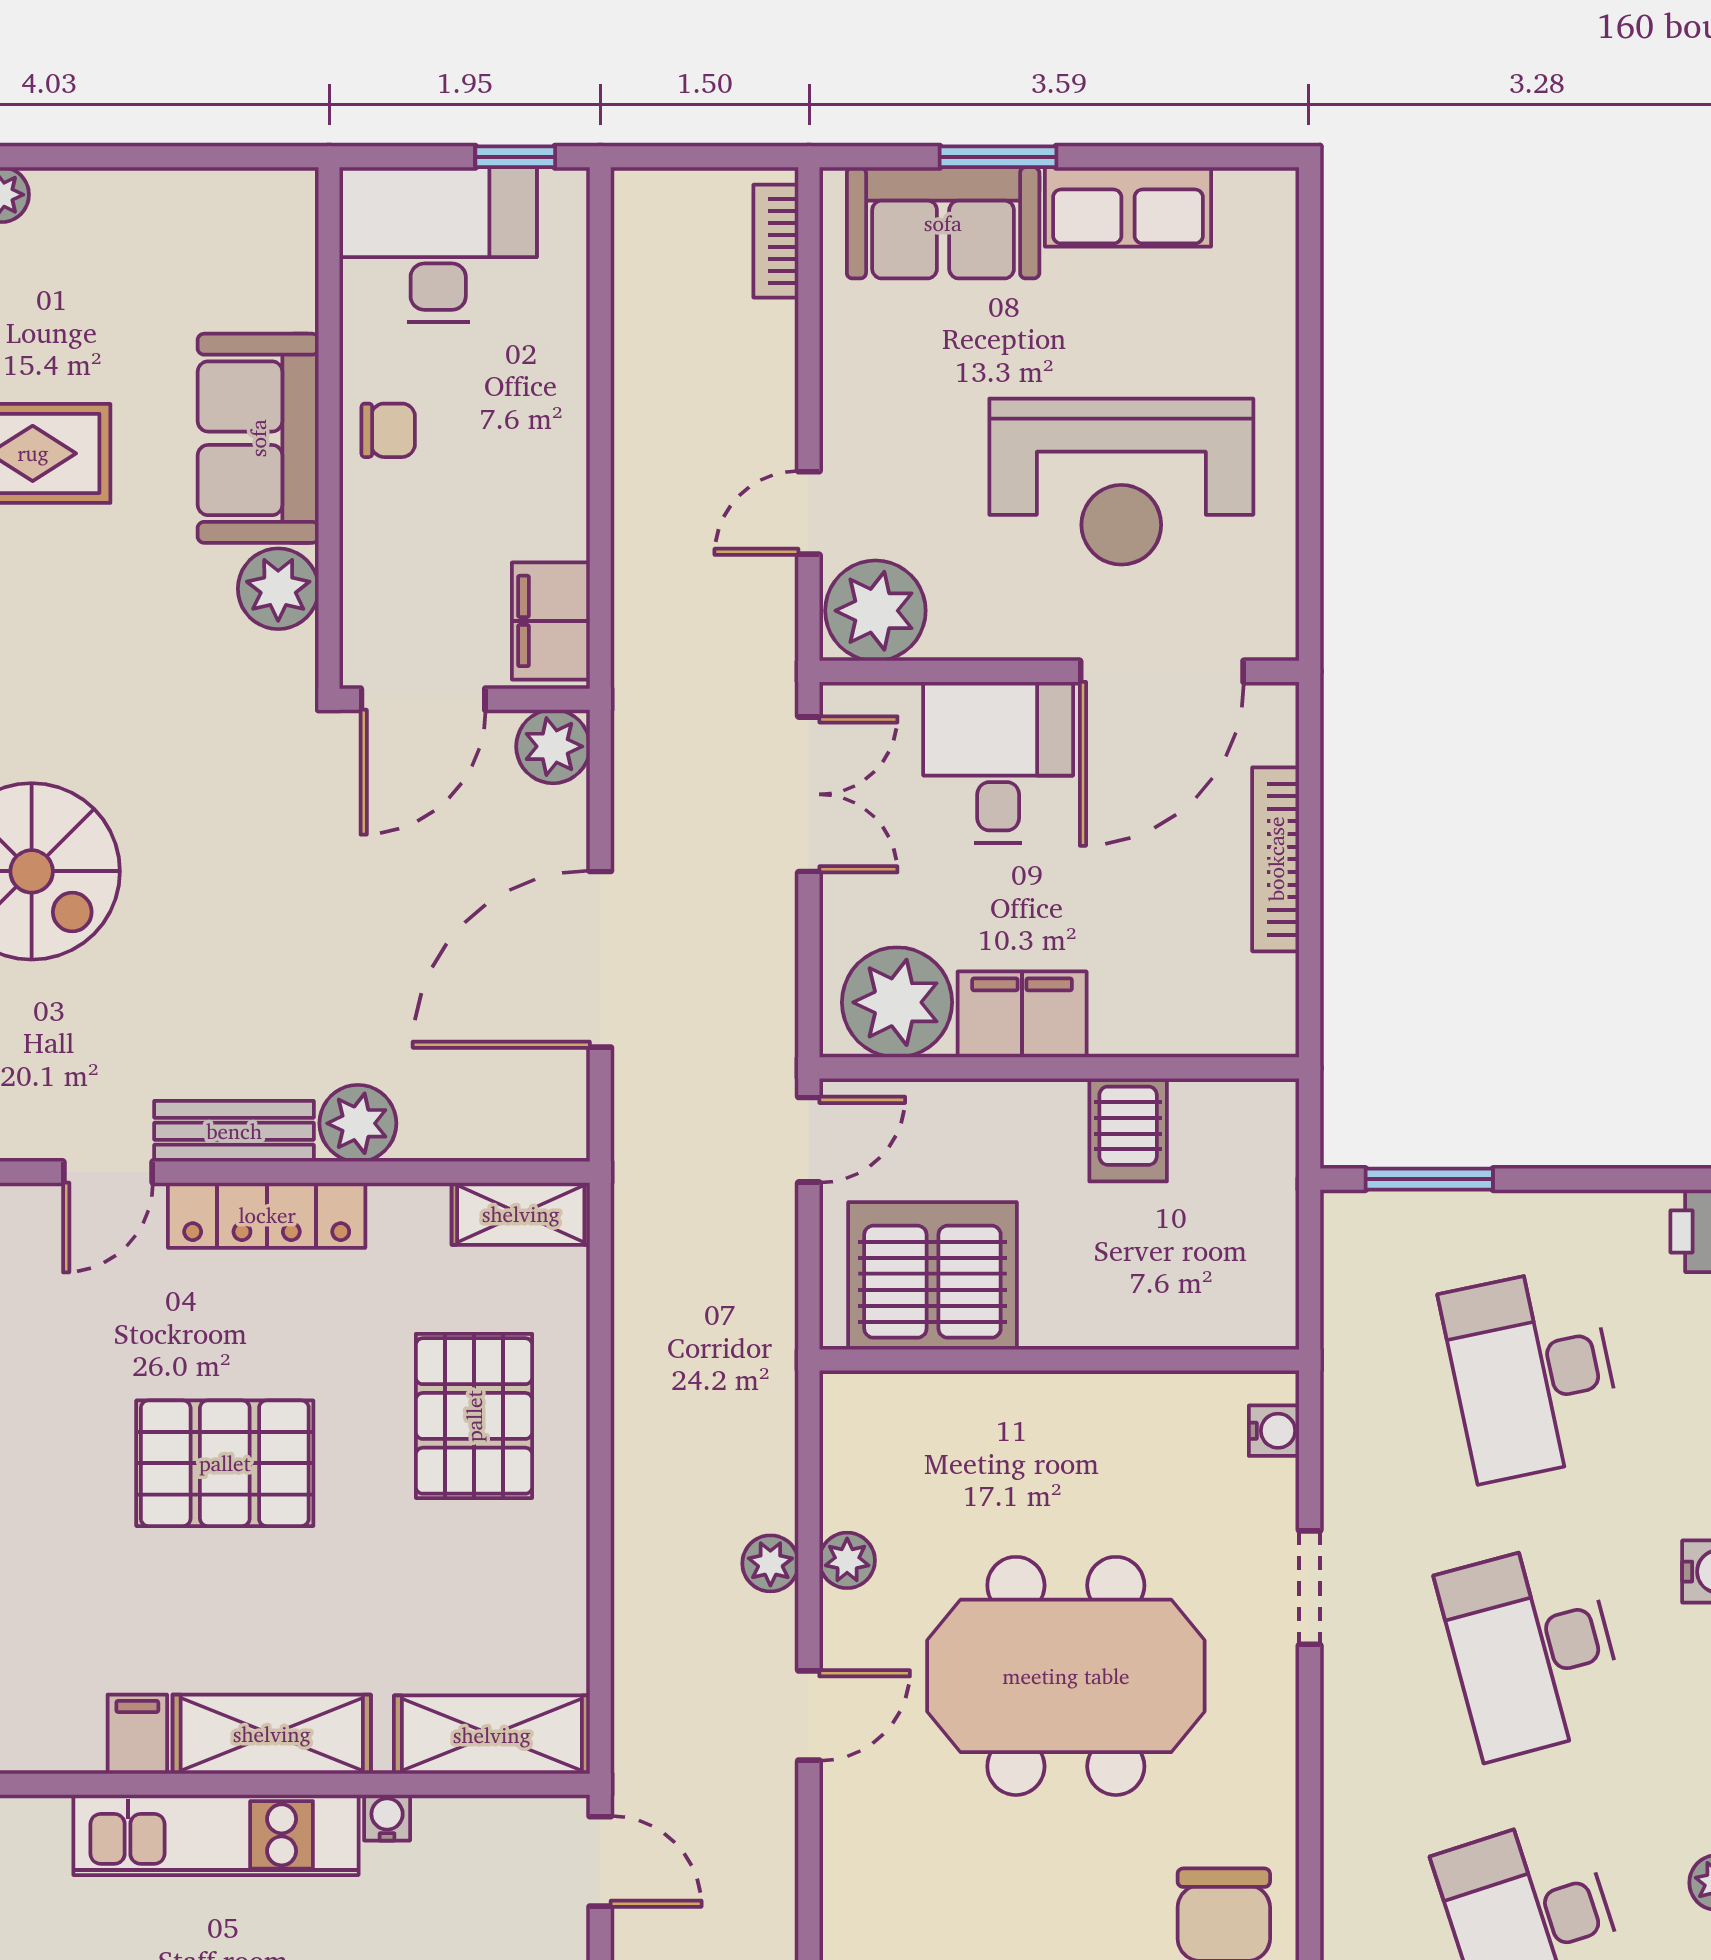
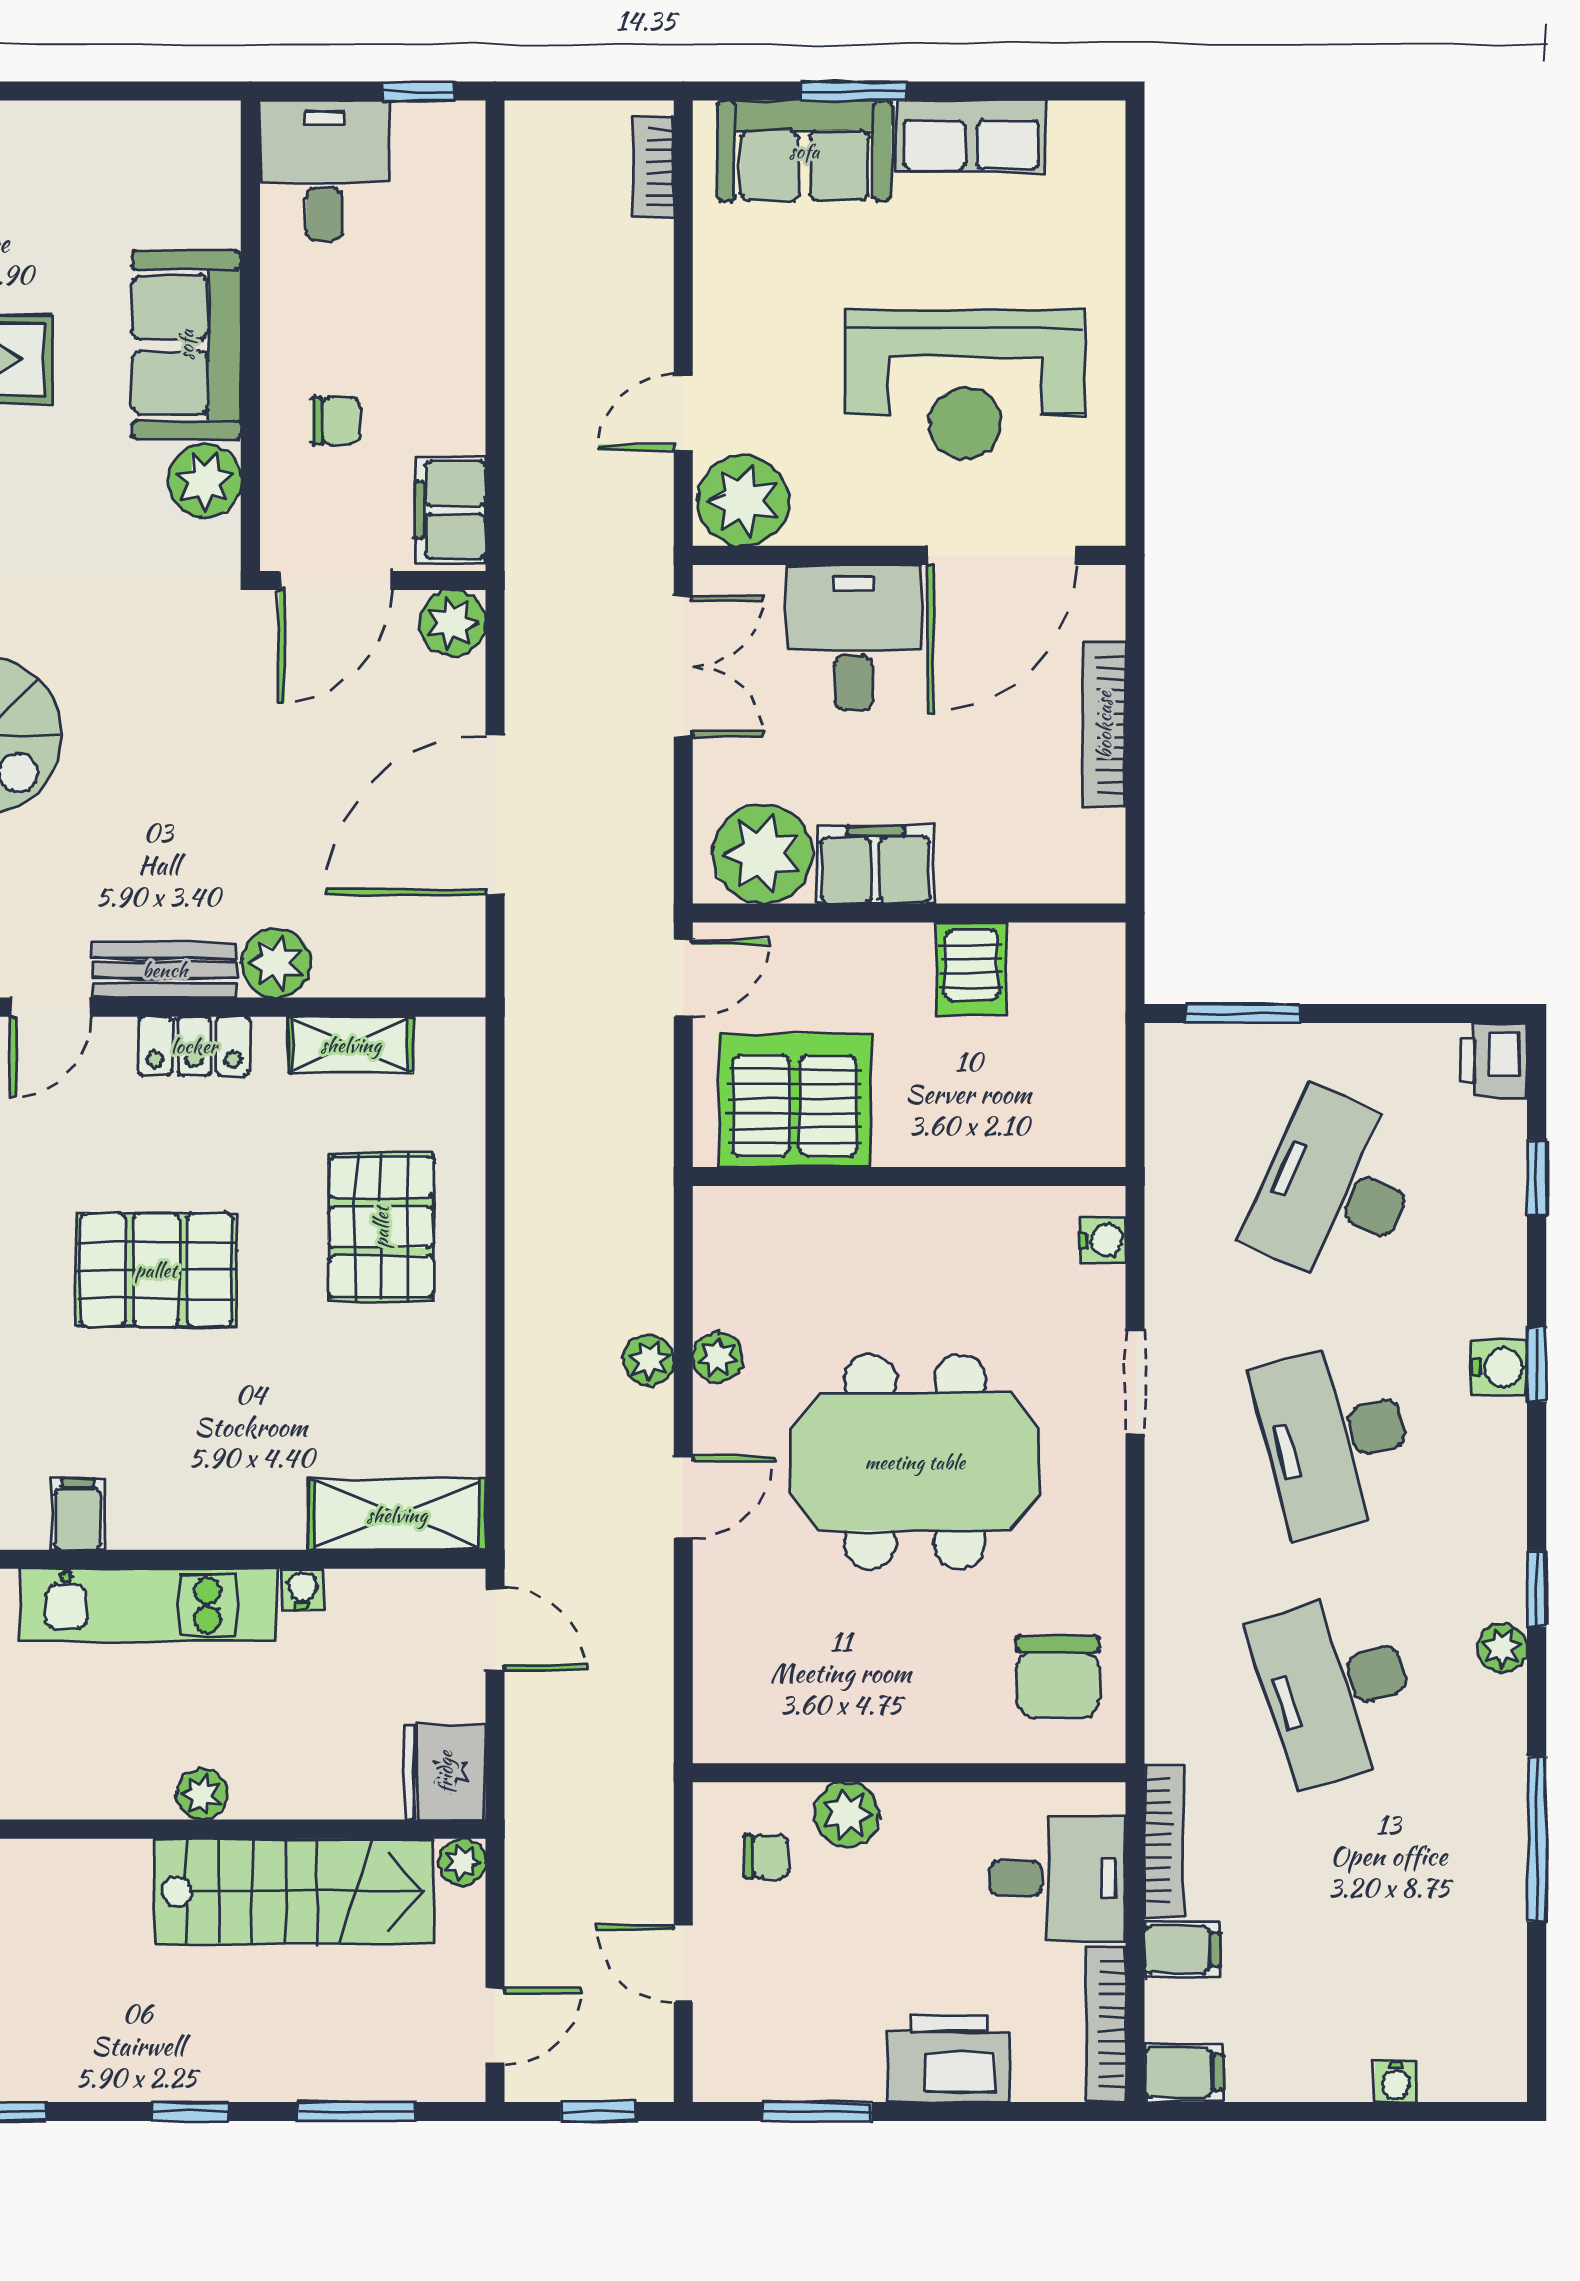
desk: (438, 245) -> (325, 170), width x0.73
chair: (388, 430) -> (337, 421), moved
shelving: (521, 1214) -> (351, 1045), moved
locker: (267, 1215) -> (194, 1046), width x0.66
desk: (1532, 1374) -> (1336, 1189), turned 36
shelving: (272, 1734) -> (199, 1514), removed

